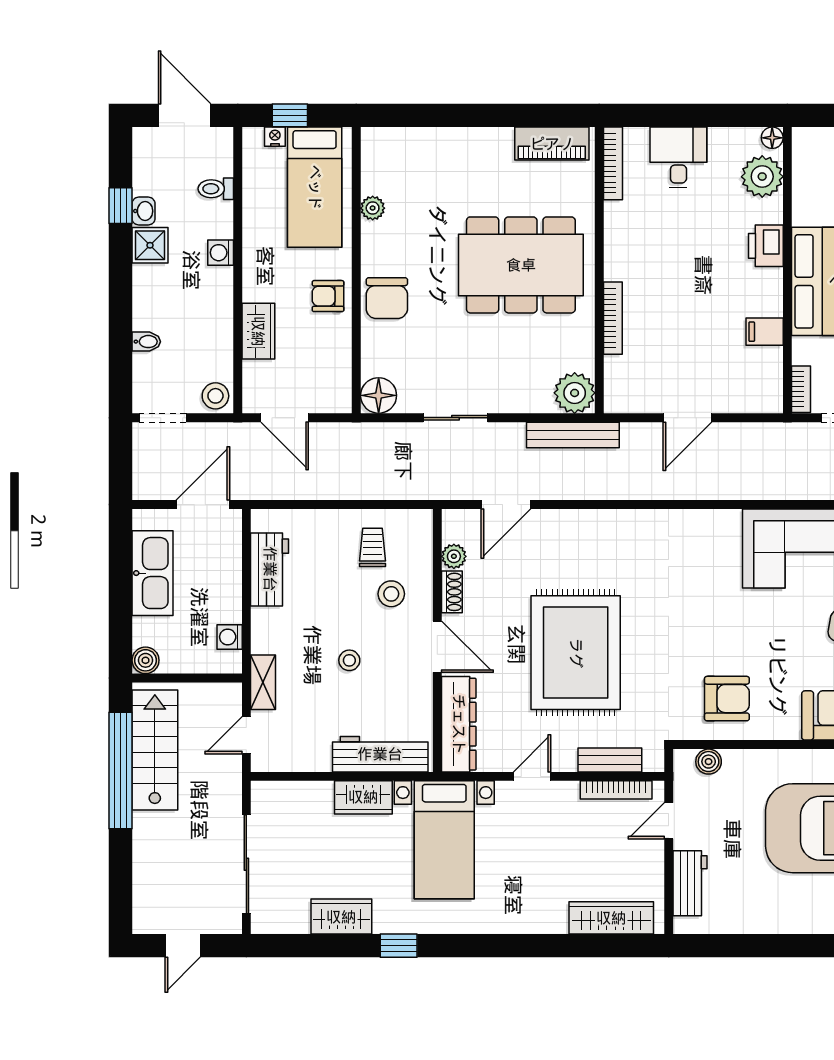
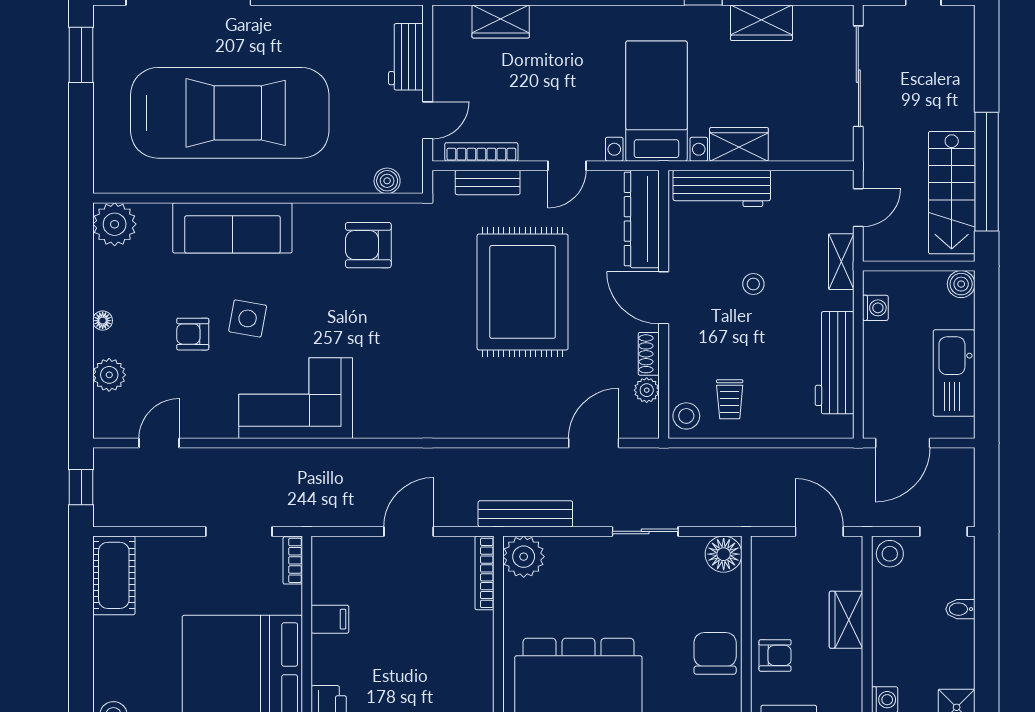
bookcase: (613, 318) -> (485, 573), moved
workbench: (270, 569) -> (835, 363), width x1.38
stool: (391, 594) -> (686, 416), moved
wardrobe: (611, 918) -> (501, 22), width x0.67

